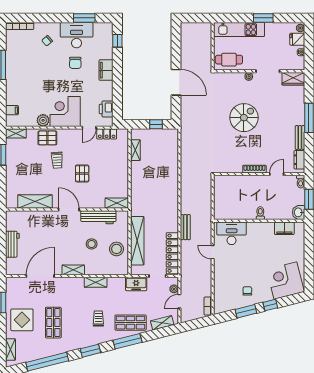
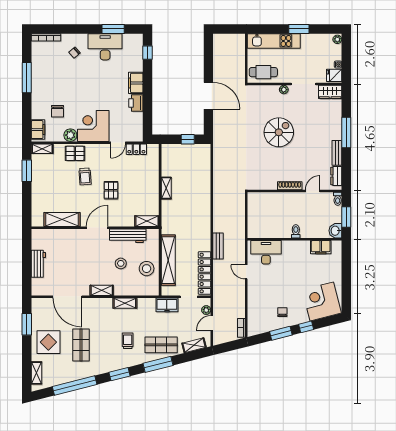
fridge: (297, 39) -> (334, 75), moved
chair: (75, 63) -> (58, 111), moved
printer: (106, 109) -> (136, 103), moved
filing cabinet: (12, 110) -> (38, 130), width x2.00
shelving: (135, 150) -> (166, 188), moved
door: (69, 210) -> (97, 228), hinge flipped
door: (40, 276) -> (67, 297), swing flipped

